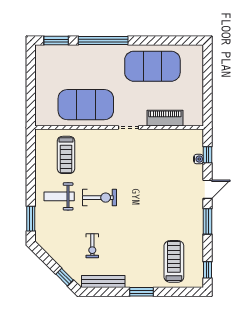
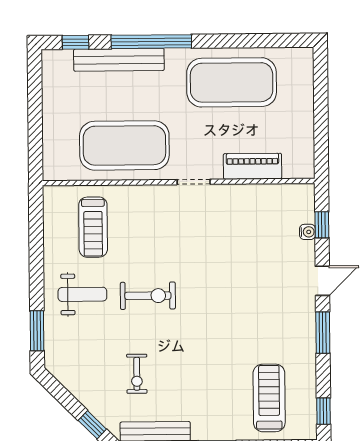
window: (56, 41) -> (76, 42), width x0.67
bench: (83, 52) -> (119, 60), added
weight bench: (59, 196) -> (82, 294), turned 180

